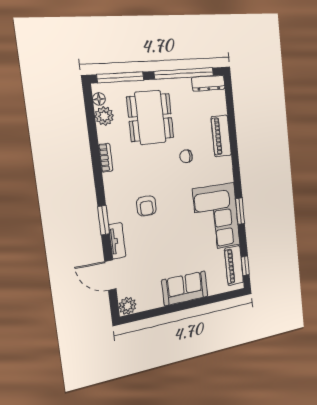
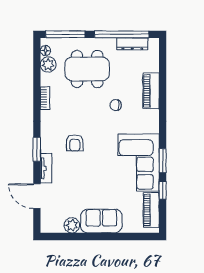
dresser: (208, 83) -> (132, 44), moved
dining table: (150, 117) -> (87, 69), turned 90
window: (245, 266) -> (163, 190), moved
plant: (127, 306) -> (72, 225), moved

